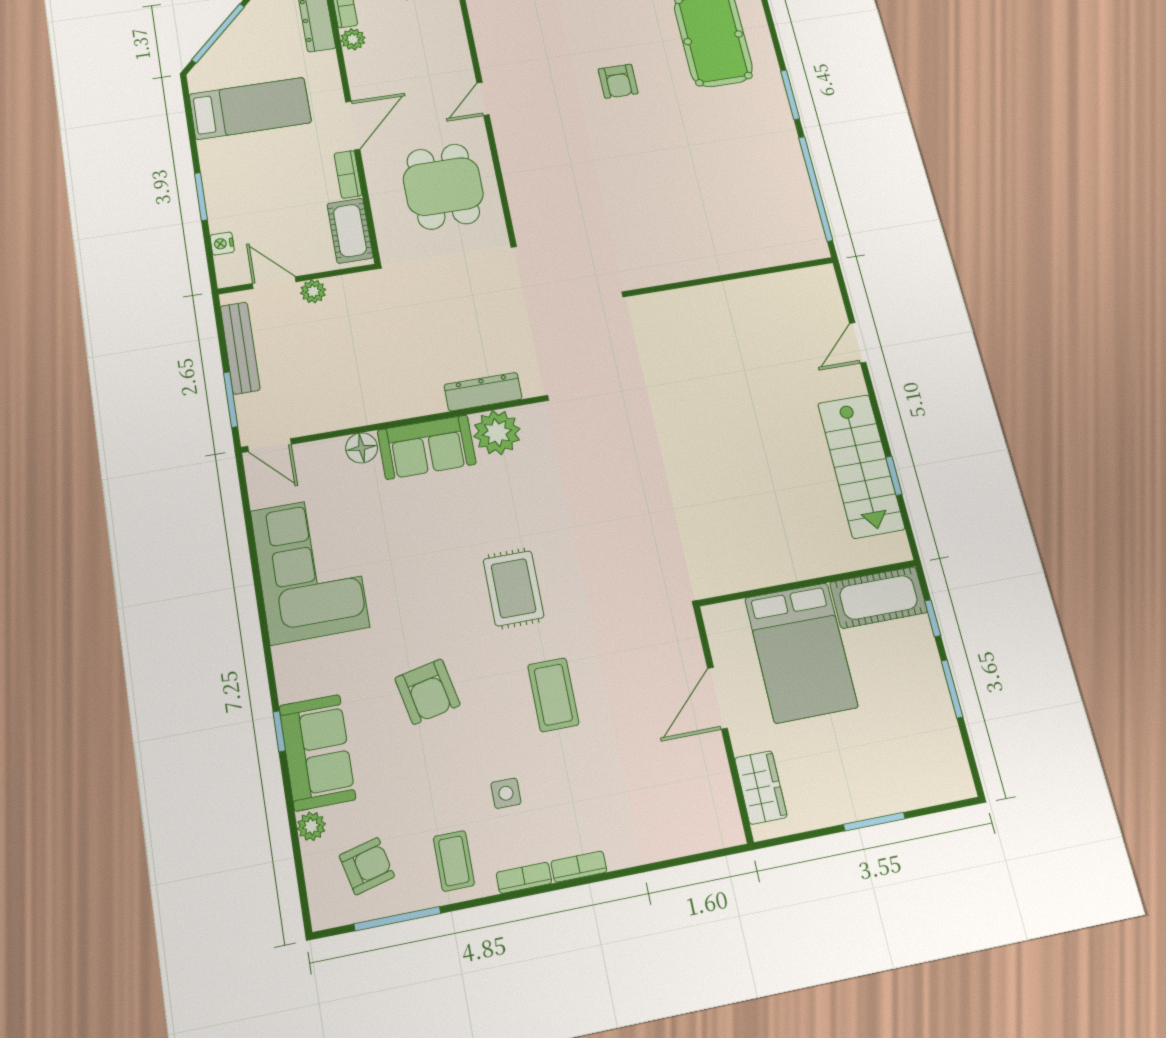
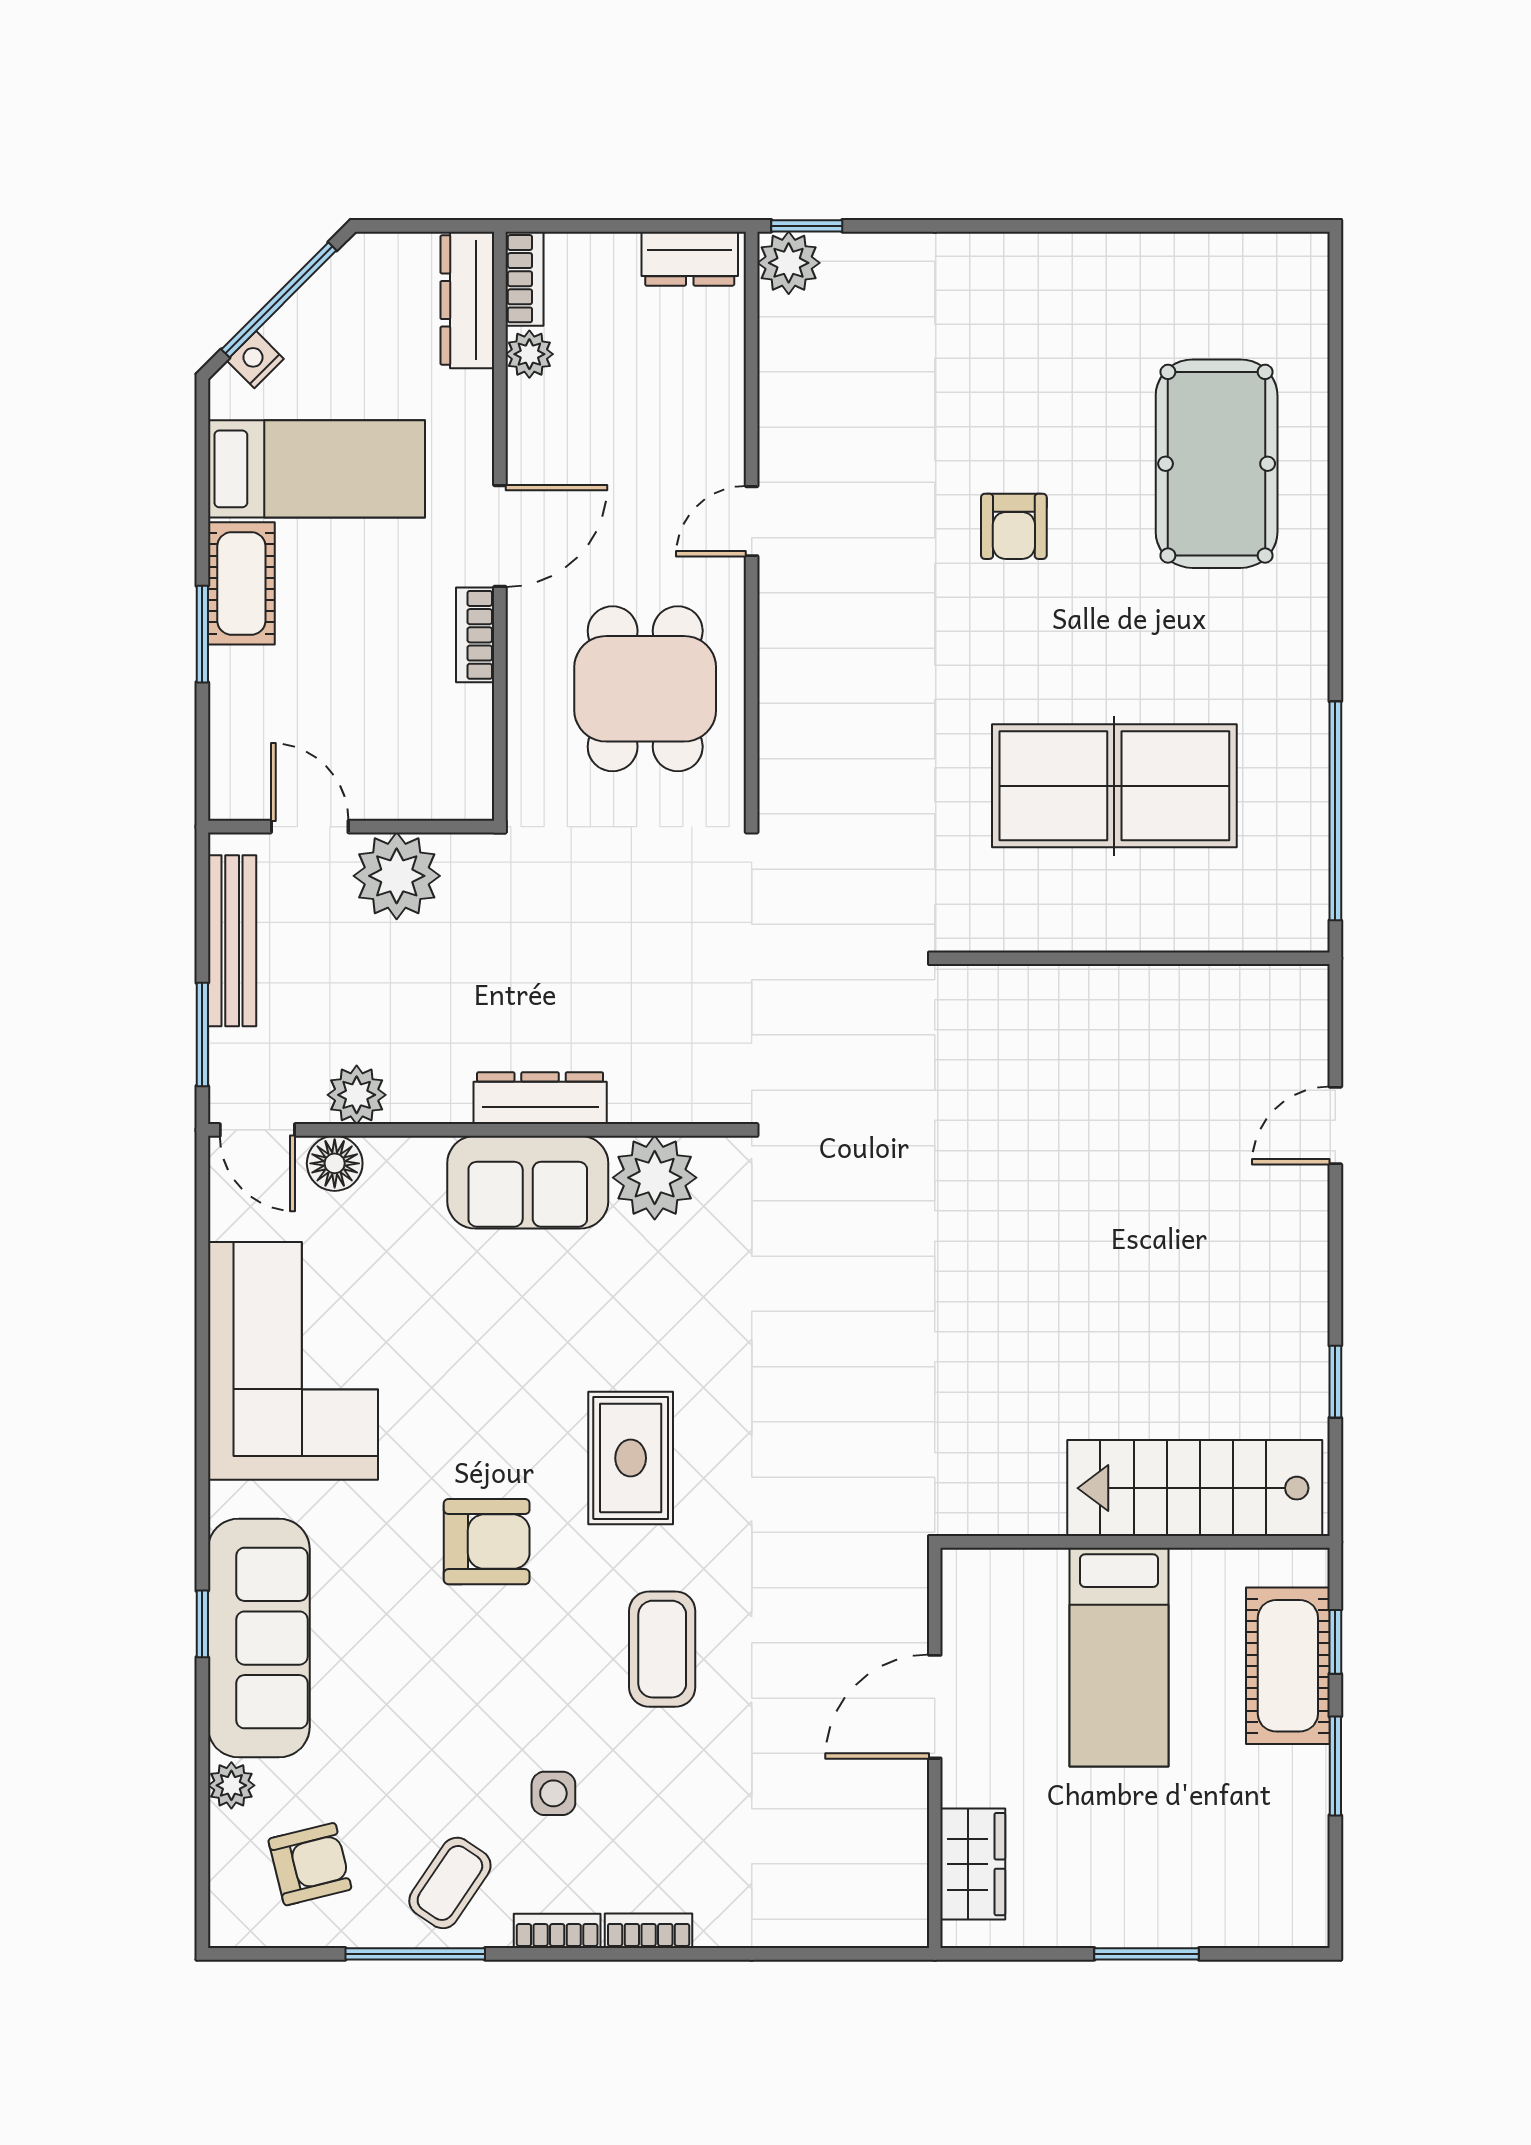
window: (790, 95) -> (1335, 609), removed
table tennis table: (699, 195) -> (1114, 786), added
cot: (350, 231) -> (241, 583), moved
nightstand: (222, 244) -> (255, 360), moved, turned 45
plant: (313, 291) -> (397, 876), width x1.87, depth x1.87
dresser: (483, 392) -> (540, 1098), moved
plant: (323, 417) -> (357, 1095), added
floor lamp: (362, 448) -> (335, 1163), moved
stairs: (861, 466) -> (1195, 1488), moved, turned 90
cot: (879, 597) -> (1288, 1666), moved, turned 90
bed: (801, 652) -> (1119, 1657), width x0.67
armchair: (428, 692) -> (487, 1542), moved, turned -78
sofa: (317, 752) -> (259, 1638), width x1.36
coffee table: (454, 861) -> (450, 1883), turned 34
window: (397, 919) -> (415, 1954), moved

